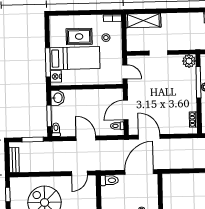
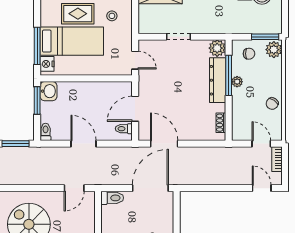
dresser: (190, 86) -> (218, 80), added
window: (49, 116) -> (37, 101), moved

